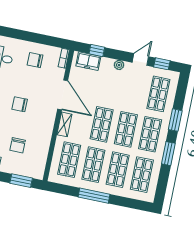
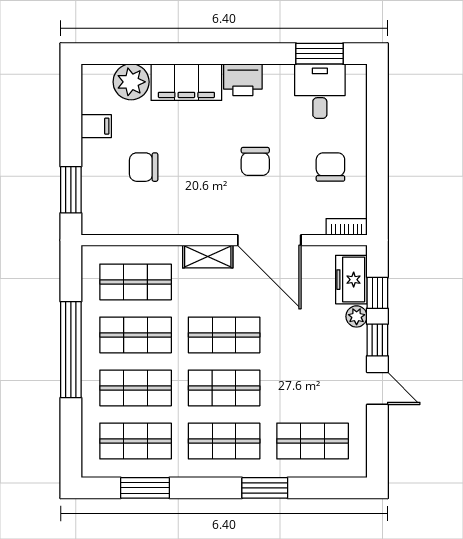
window: (162, 64) -> (377, 340), moved
plant: (119, 65) -> (357, 316), moved
door: (63, 95) -> (269, 240), hinge flipped
chair: (20, 104) -> (255, 161), moved, turned 180
window: (168, 154) -> (145, 488), moved
window: (94, 196) -> (71, 350), width x1.46

